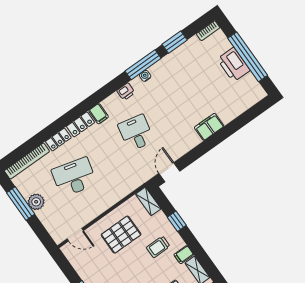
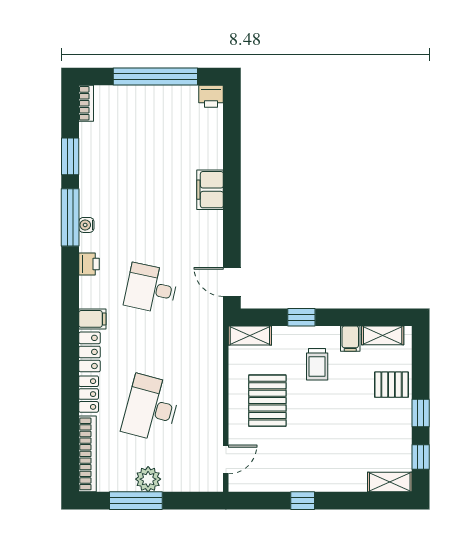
printer: (234, 65) -> (211, 96), moved, width x0.53, depth x0.68

